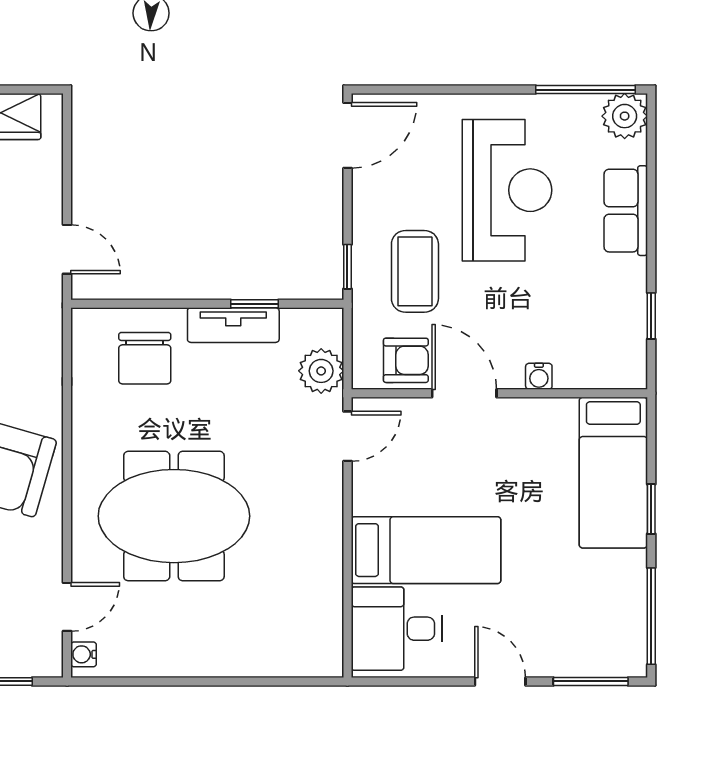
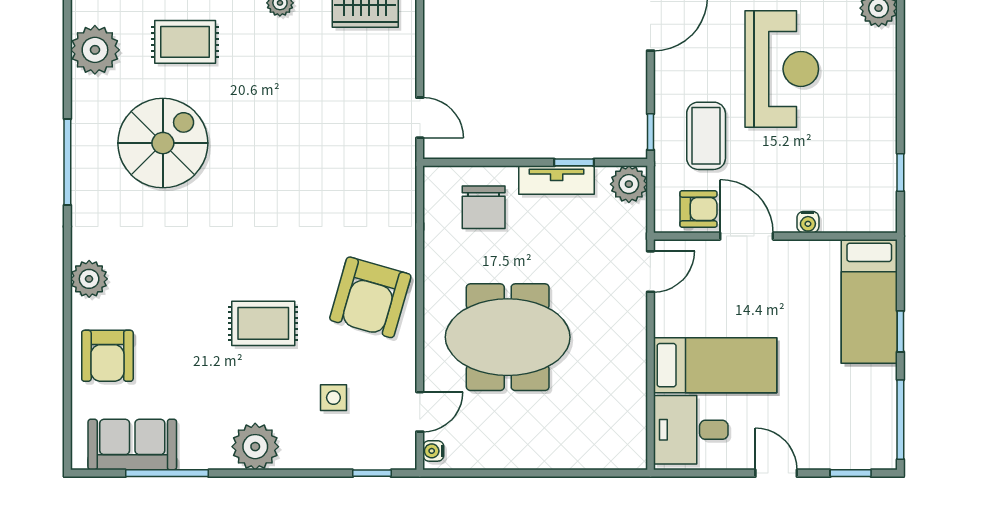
row of seats: (626, 211) -> (879, 86), removed
plant: (321, 371) -> (629, 184), moved
window: (591, 681) -> (851, 473), width x0.67

